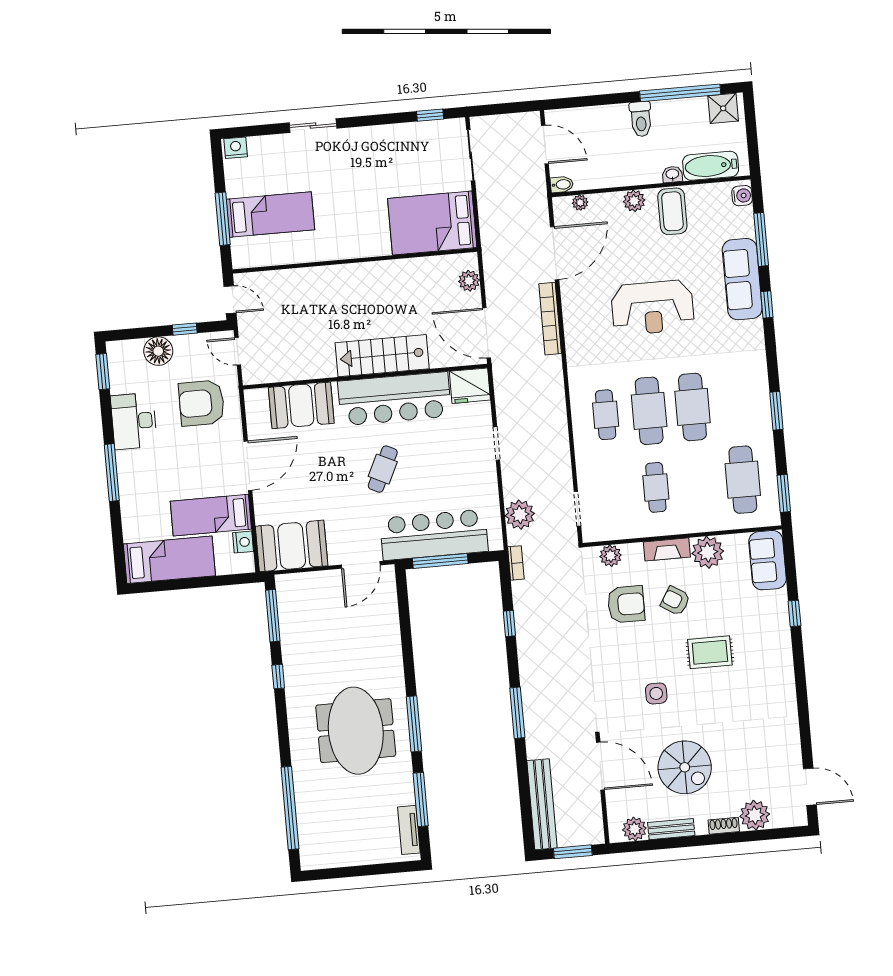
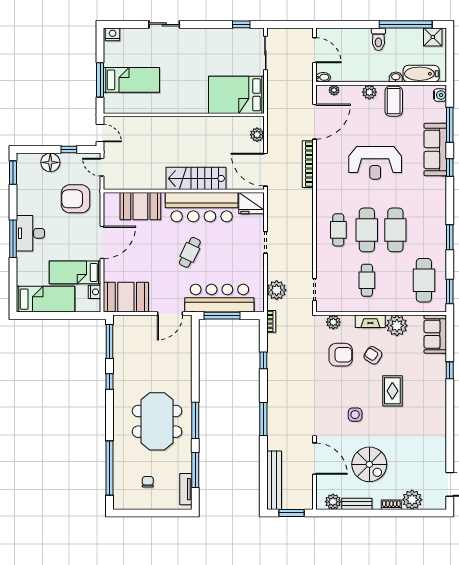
desk: (134, 421) -> (30, 233), moved
rug: (710, 652) -> (392, 391), turned 90
chair: (350, 824) -> (148, 482), added

